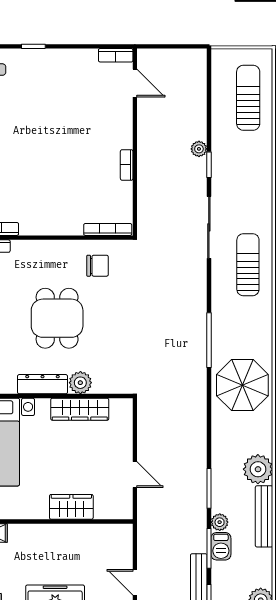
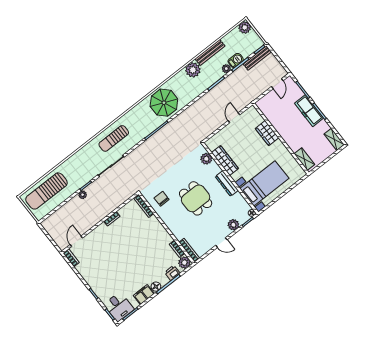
sun lounger: (248, 98) -> (46, 191), width x1.36, depth x1.34
dining table: (57, 318) -> (196, 198), turned 90
plant: (80, 383) -> (206, 159), moved

